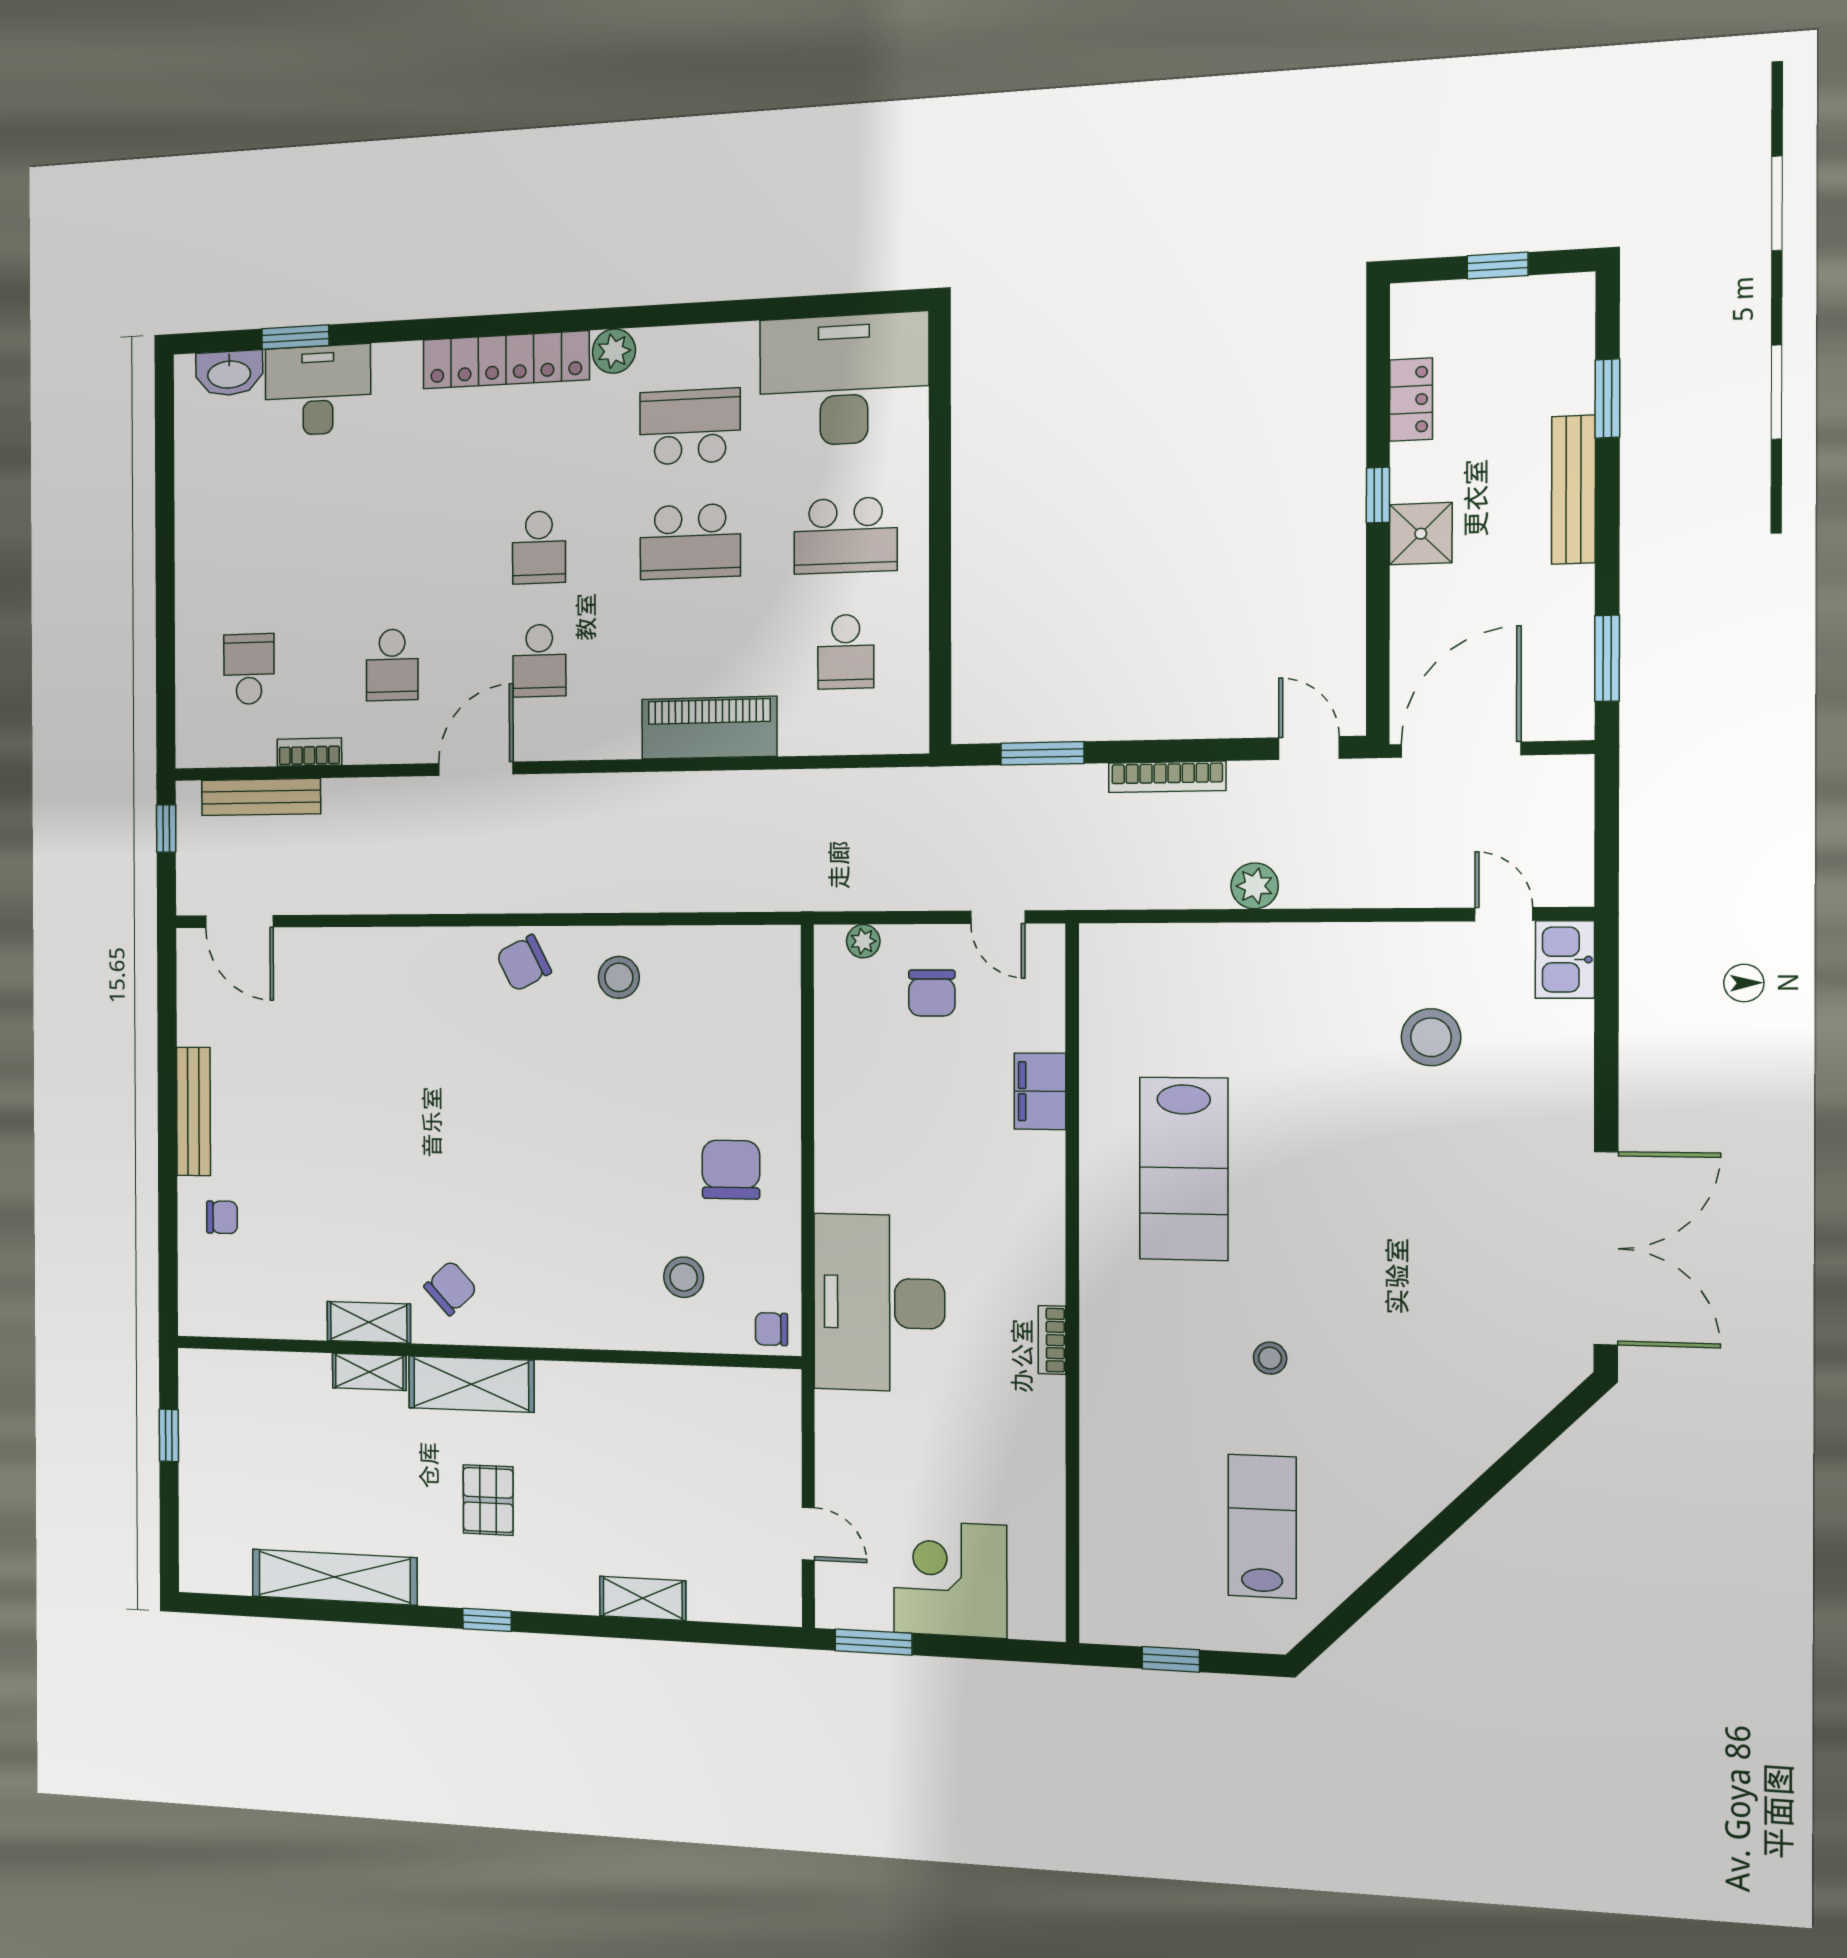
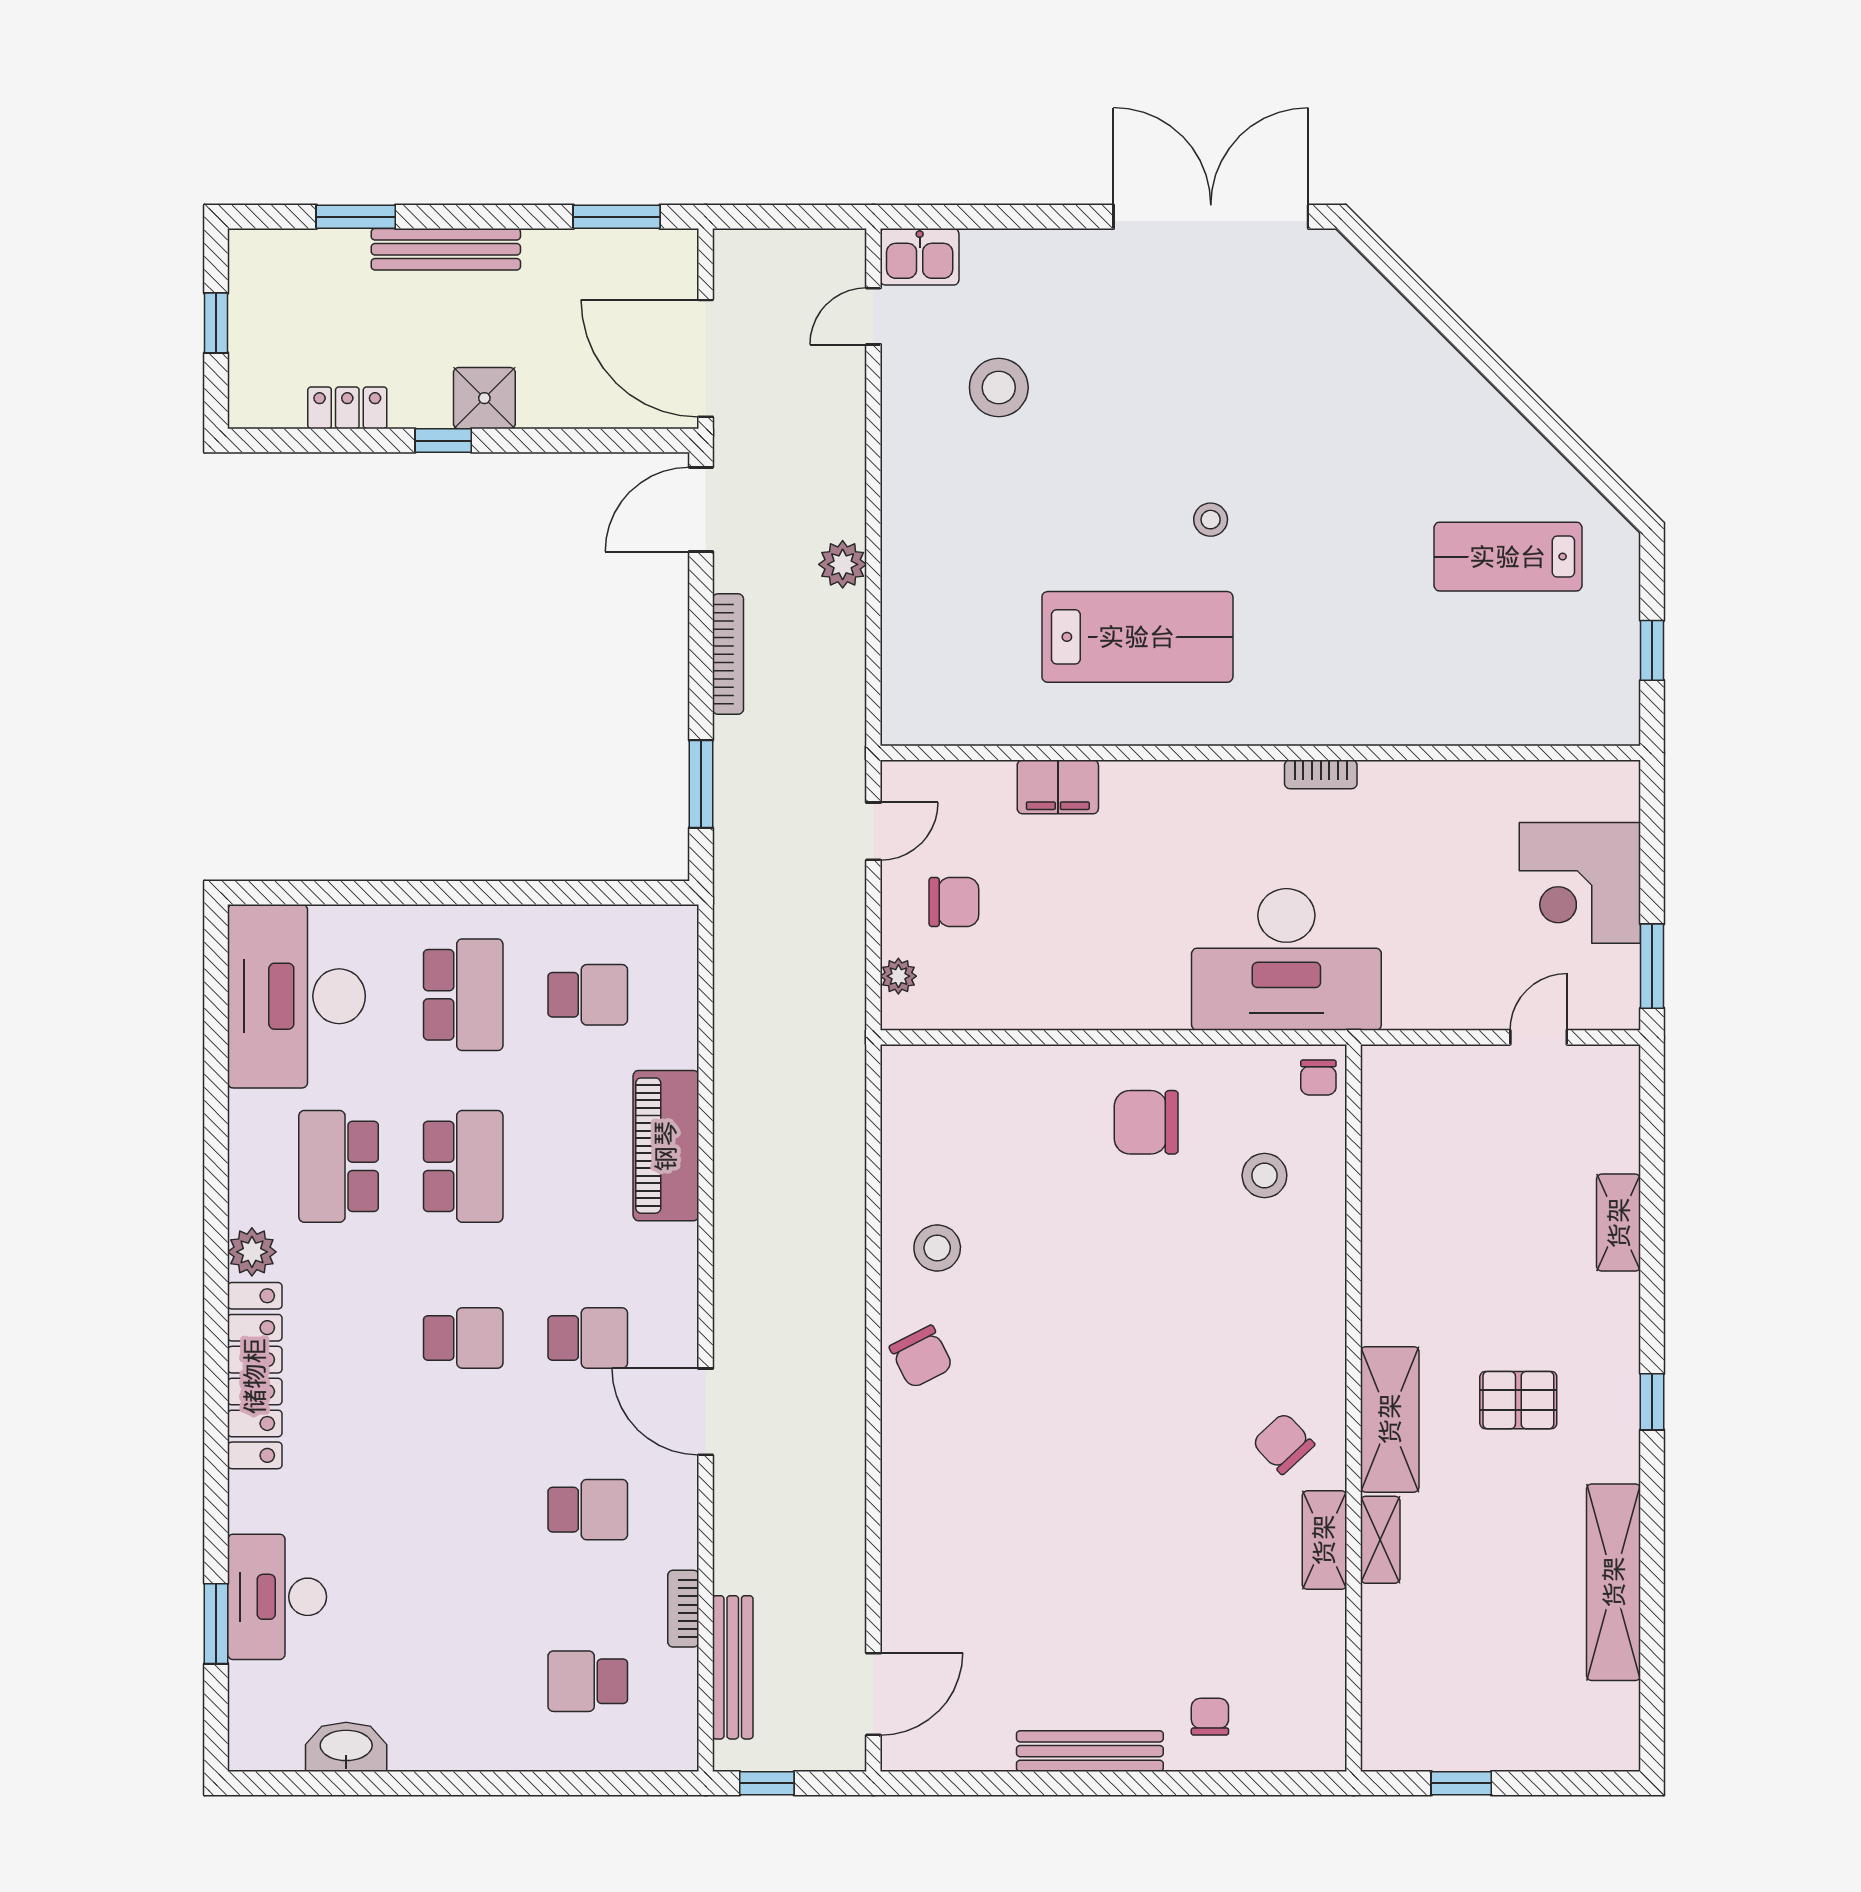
washbasin: (229, 373) -> (346, 1747), moved, turned -90
door: (1309, 748) -> (701, 509), width x1.38
stool: (1270, 1358) -> (1211, 520), moved

